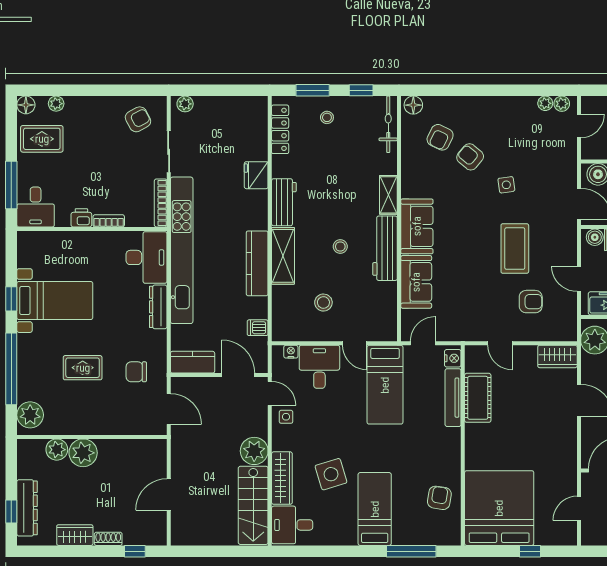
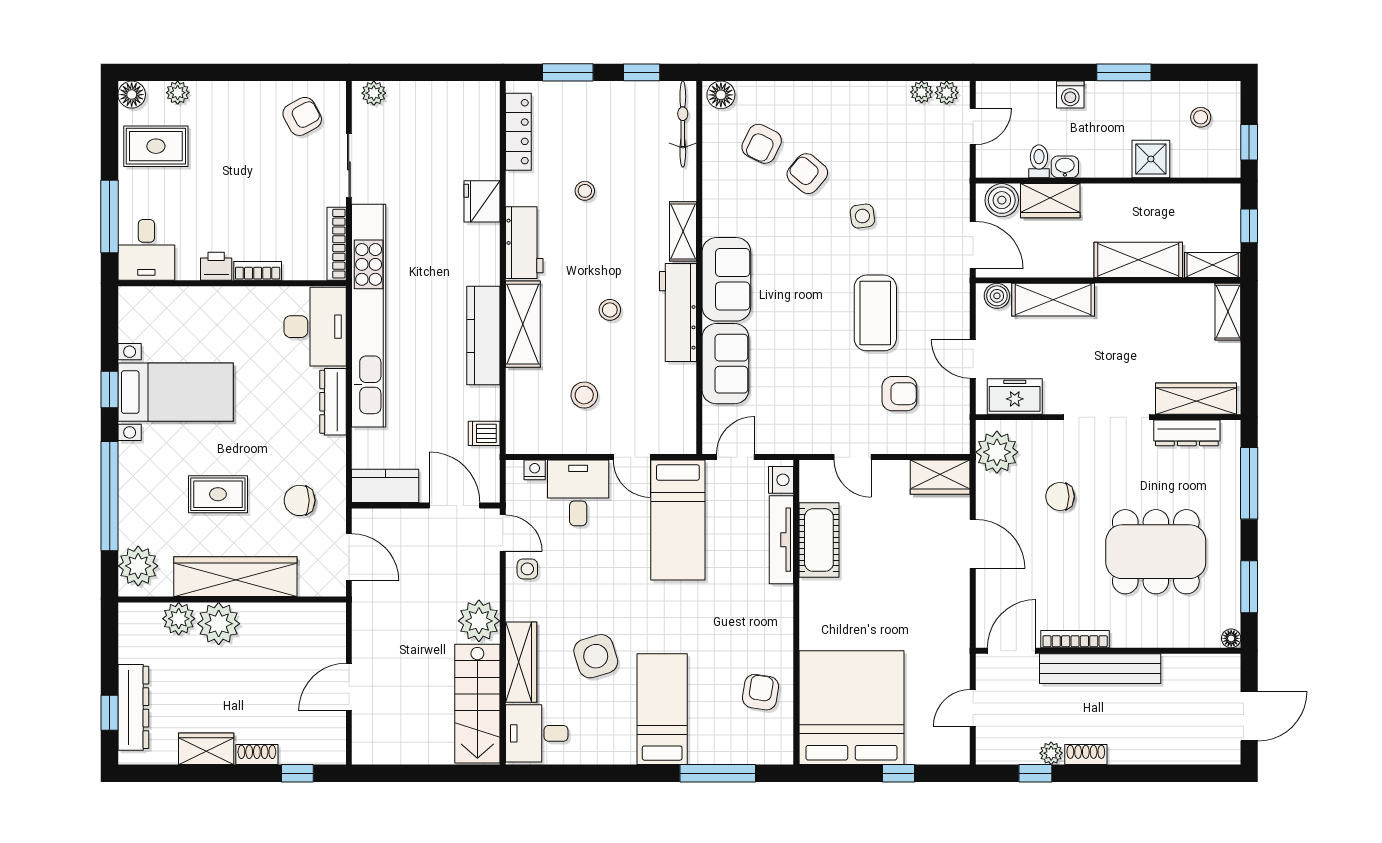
stool: (327, 117) -> (585, 191), moved
wardrobe: (94, 422) -> (235, 577), added

